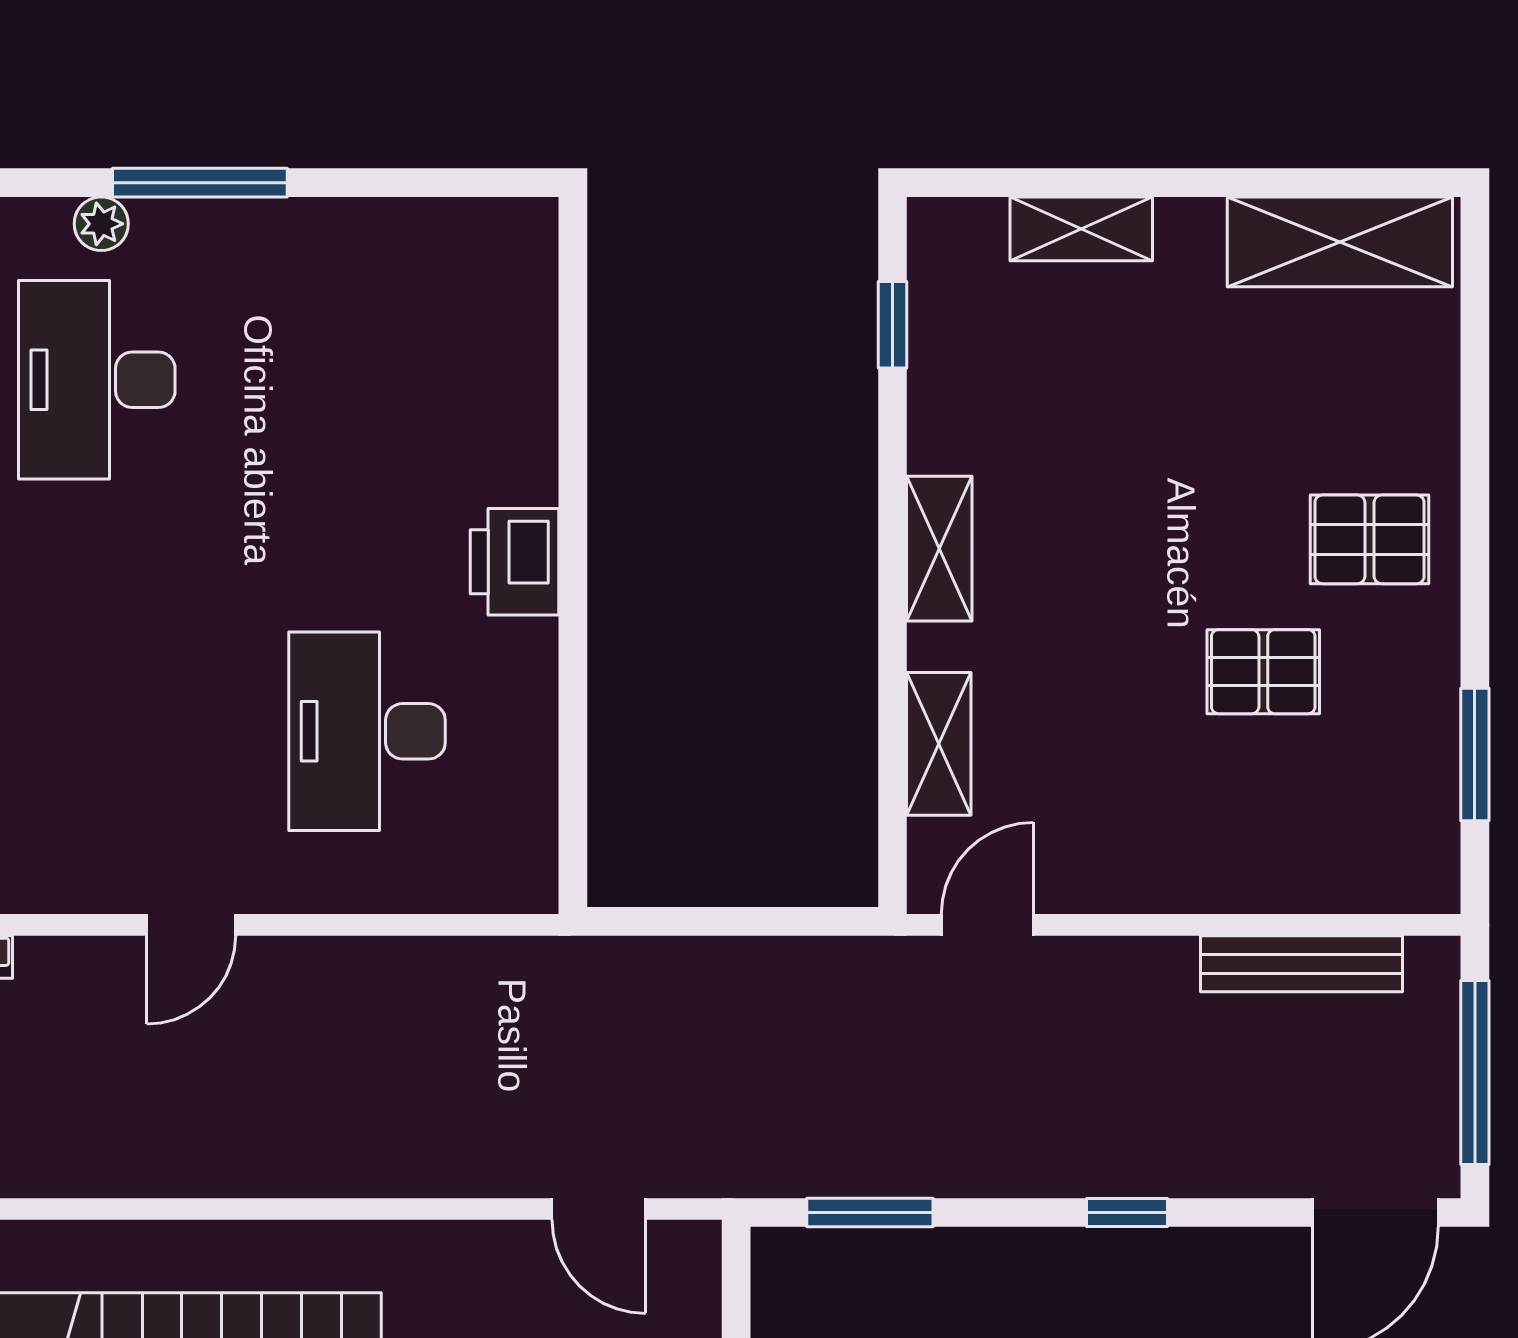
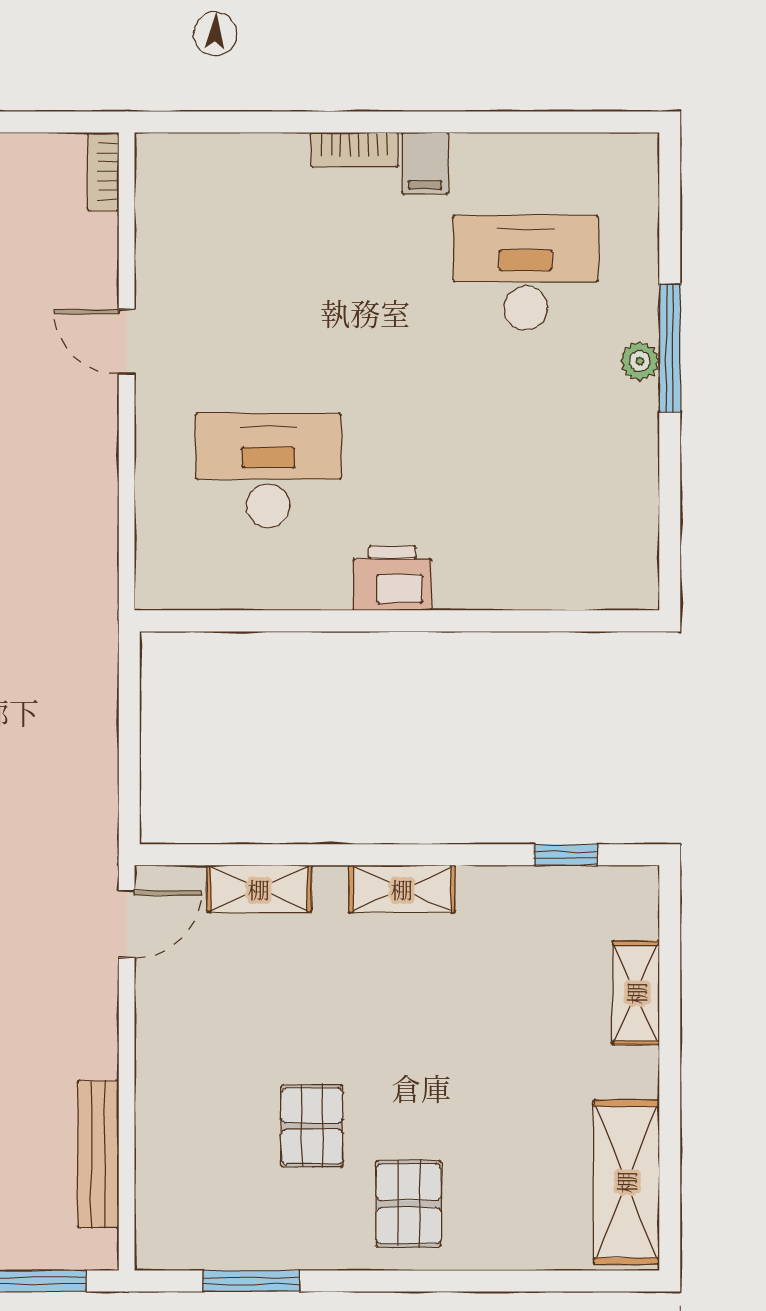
plant: (101, 224) -> (640, 361), moved
door: (987, 925) -> (127, 924), hinge flipped

